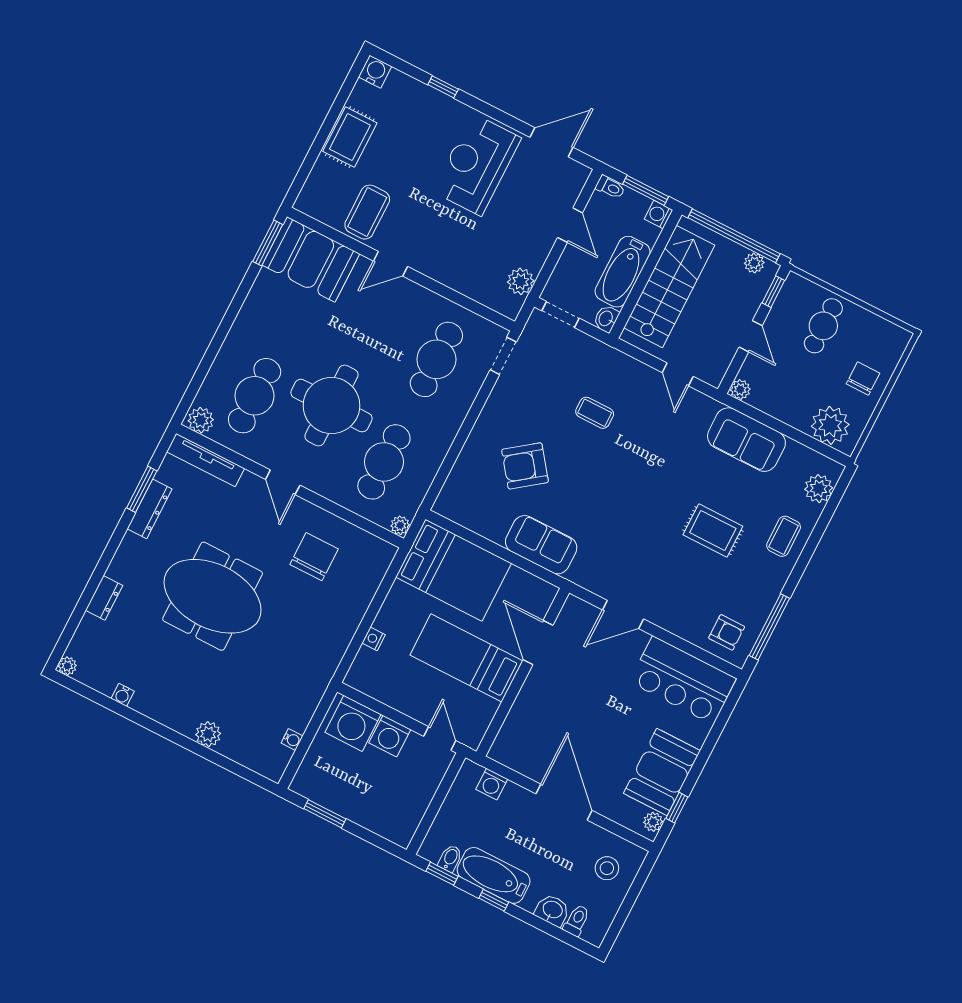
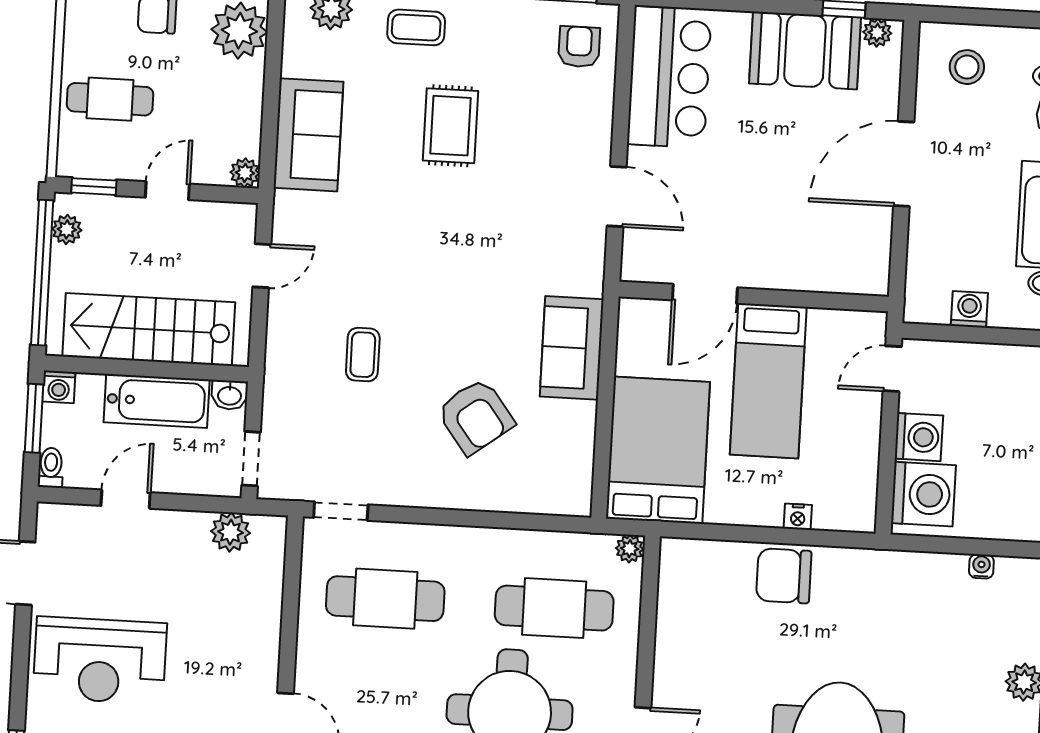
chair: (314, 557) -> (784, 576), moved
washing machine: (492, 784) -> (969, 309), moved, turned -90

